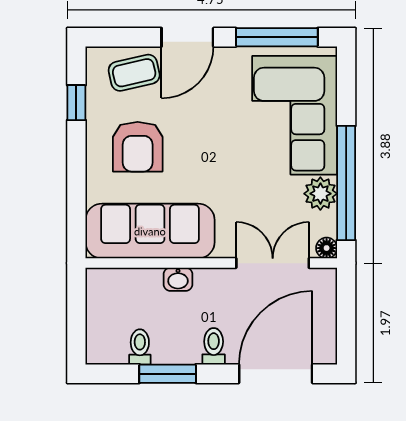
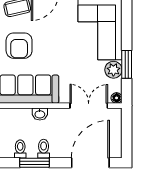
window: (346, 183) -> (127, 64), width x0.47
toilet: (214, 346) -> (44, 149), moved

